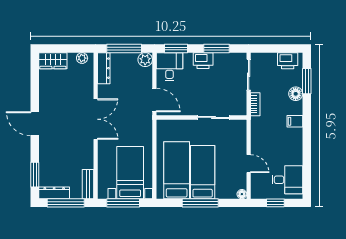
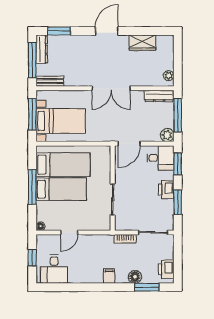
wardrobe: (53, 61) -> (143, 43), moved, turned -90

